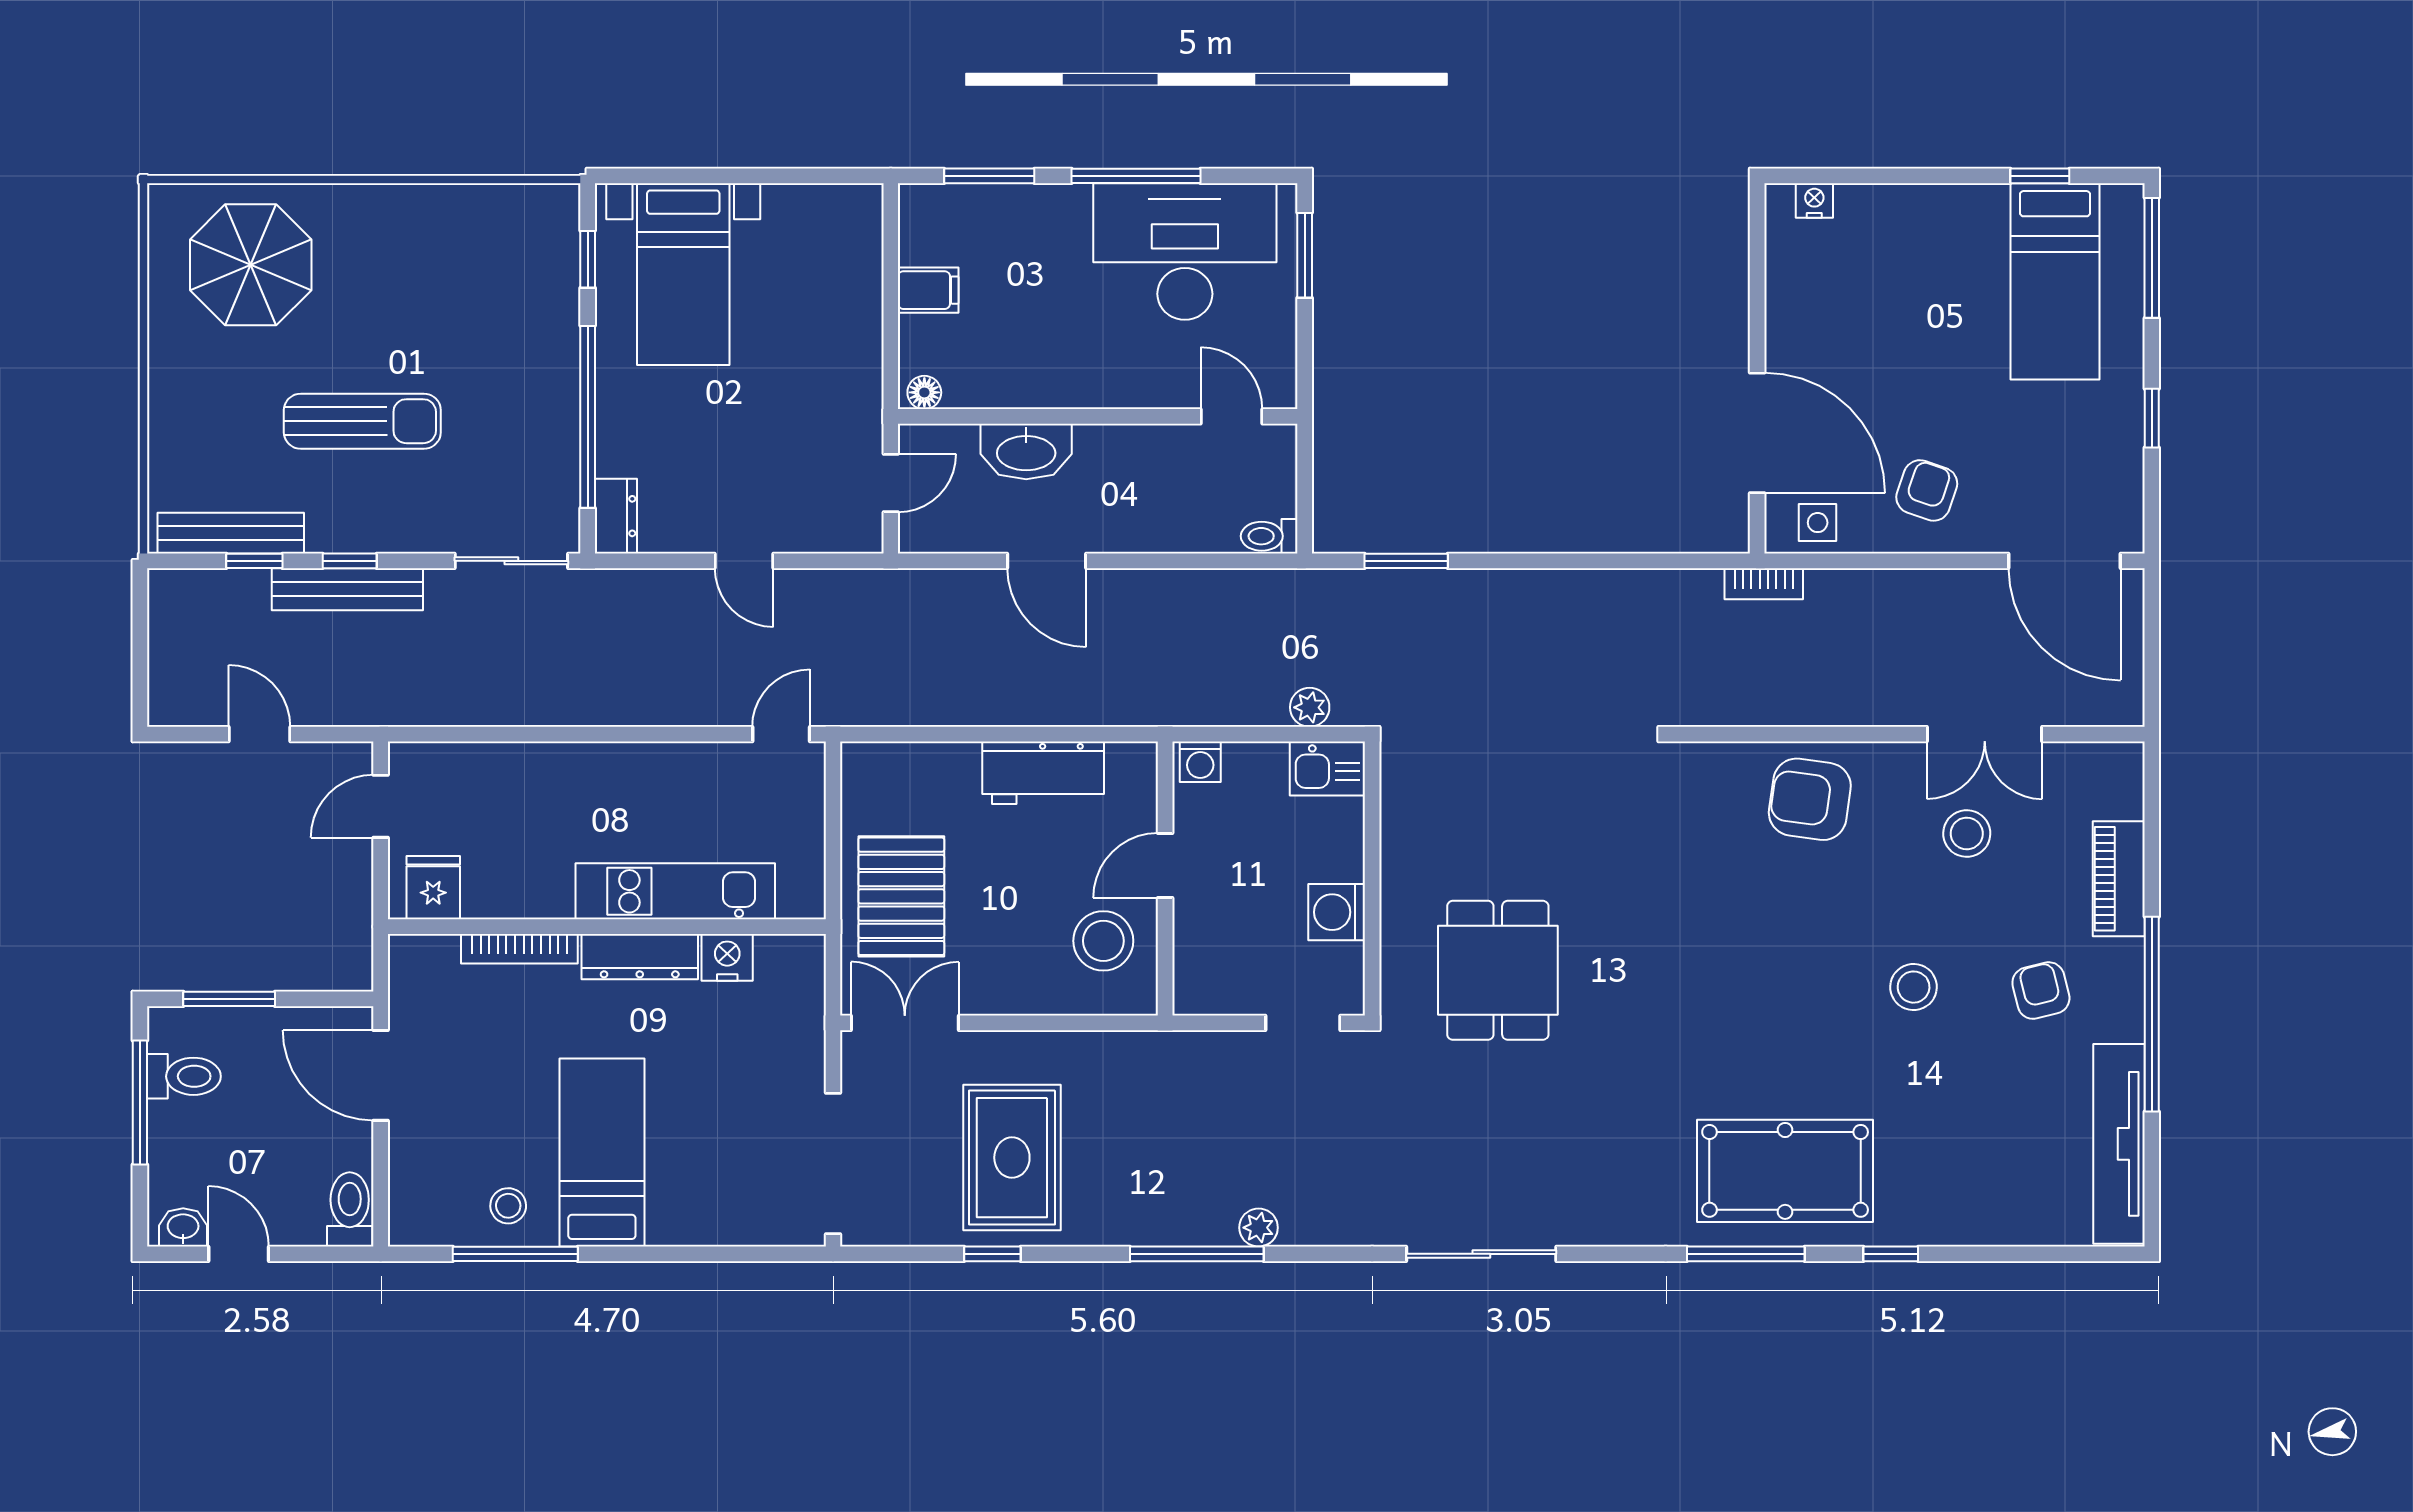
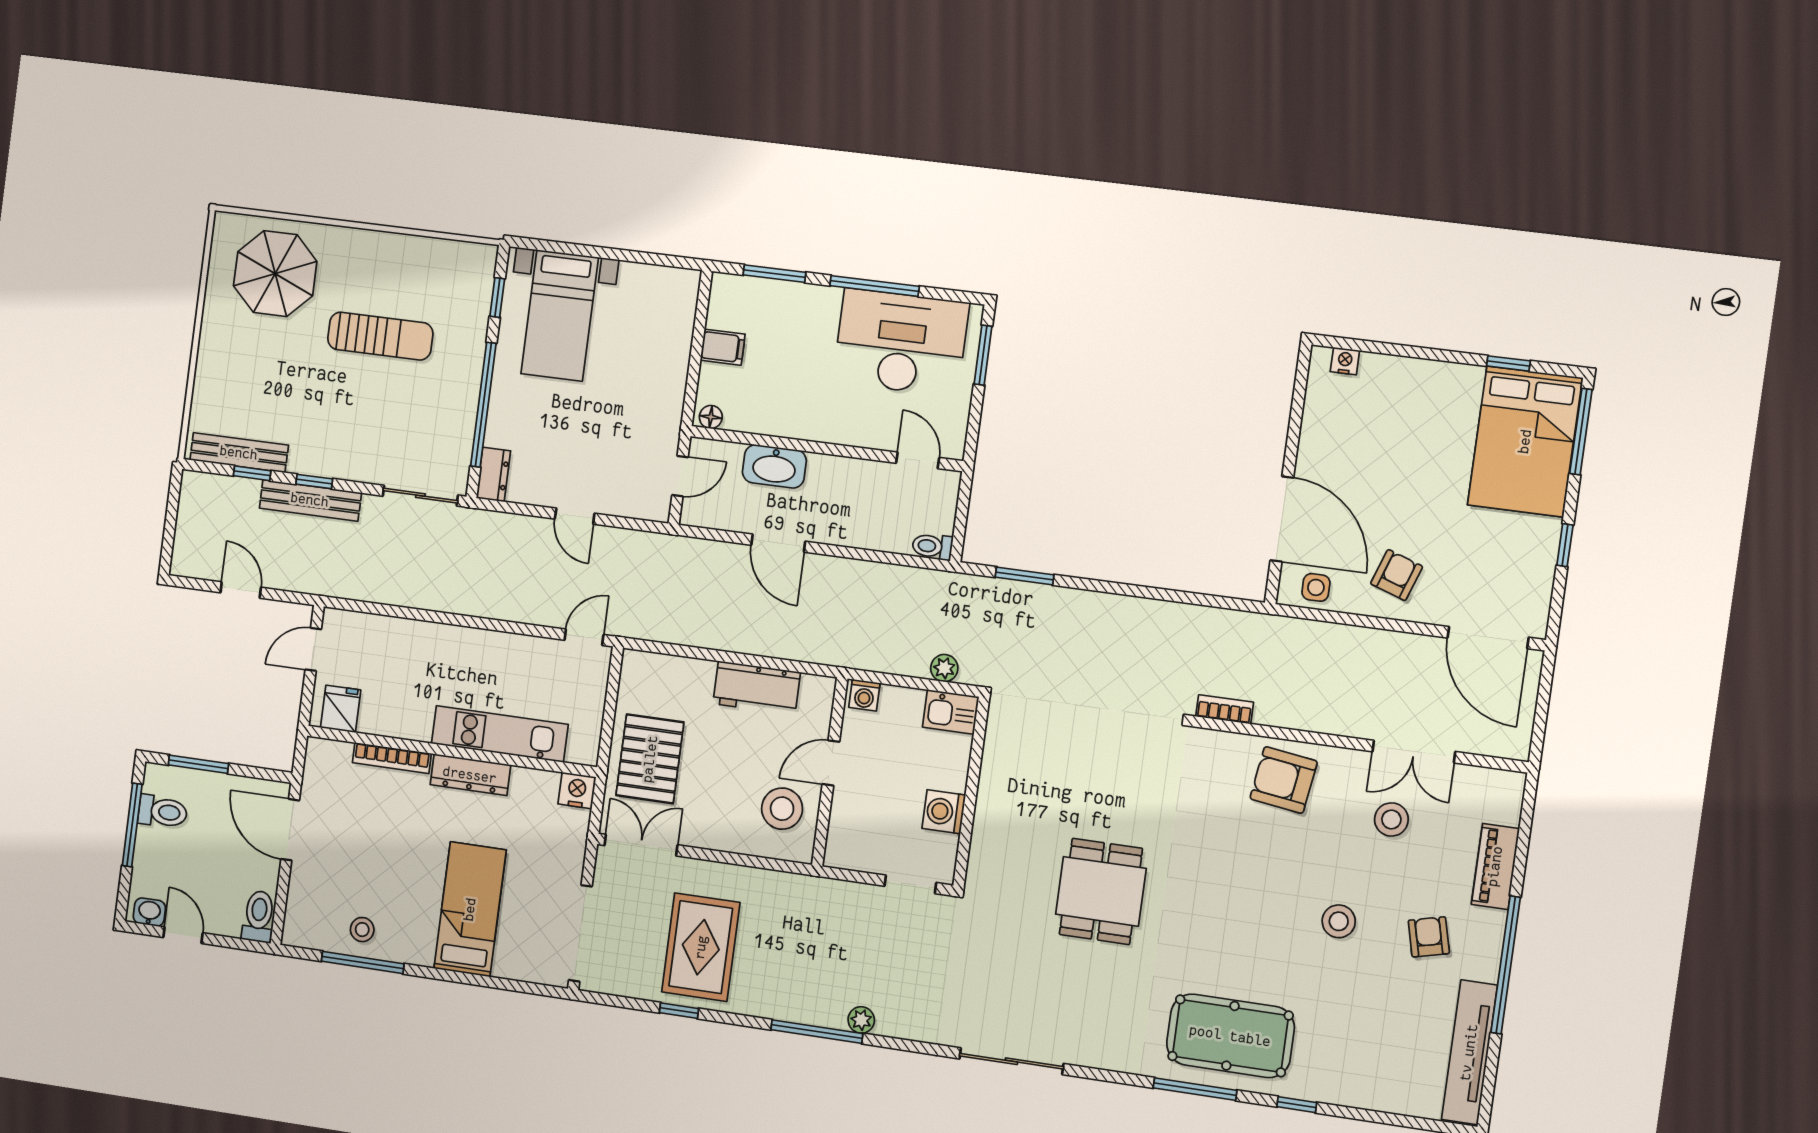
bed: (2055, 281) -> (1525, 441), width x1.50
sun lounger: (362, 421) -> (380, 336), moved
bookcase: (1764, 584) -> (1225, 709), moved, turned 180
nightstand: (727, 957) -> (577, 791), moved
dining table: (1498, 970) -> (1101, 891), moved
bed: (602, 1152) -> (470, 909), moved

